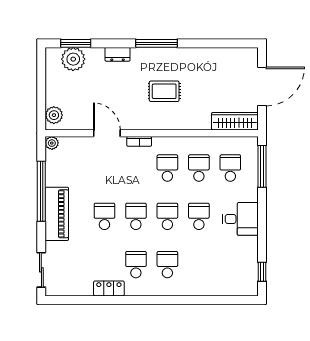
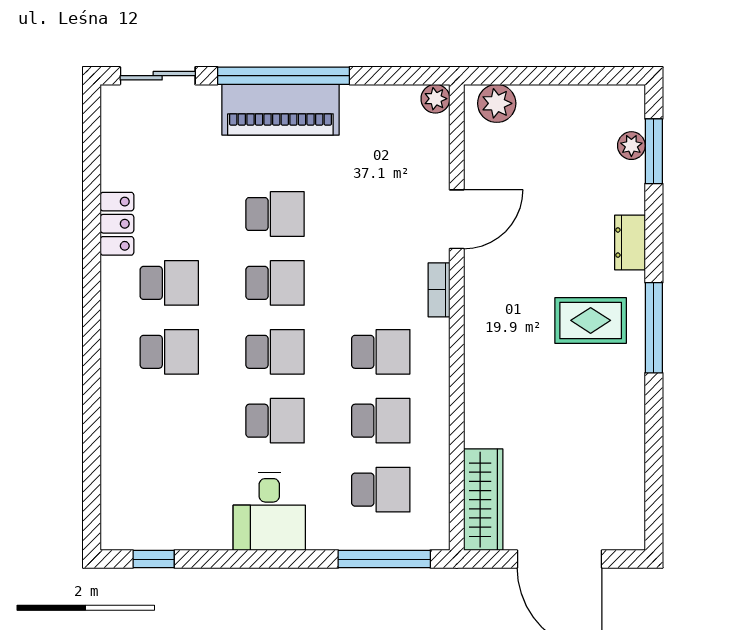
plant: (73, 59) -> (631, 146), width x0.53, depth x0.53
rug: (164, 91) -> (591, 320), moved, turned 90
window: (41, 191) -> (283, 76), moved

